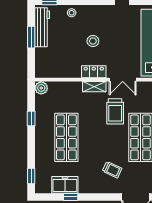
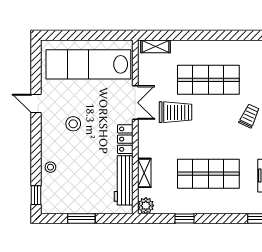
workbench: (42, 27) -> (124, 180), moved, turned -90
stool: (93, 41) -> (73, 124), moved
shelving: (94, 87) -> (144, 173), moved

